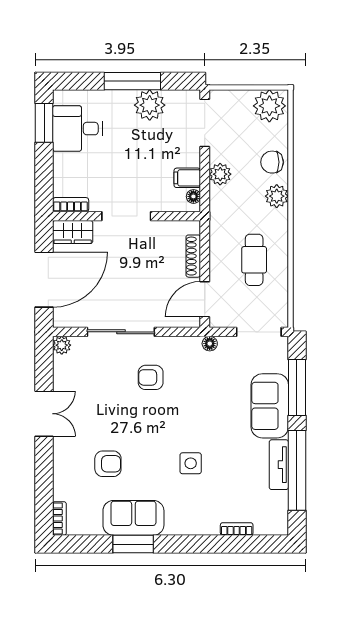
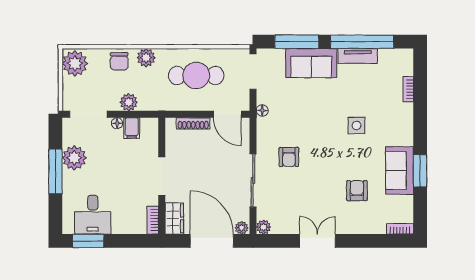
floor lamp: (193, 196) -> (117, 123), moved
cafe table: (254, 260) -> (196, 75), width x1.37, depth x1.35
plant: (61, 317) -> (242, 228), added

